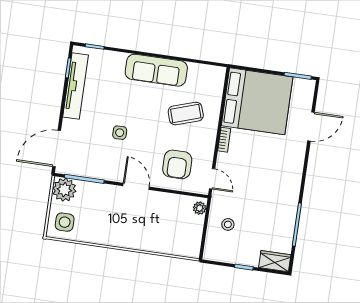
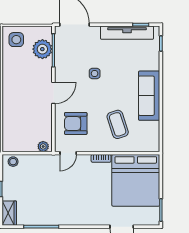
plant: (64, 190) -> (42, 49), moved
stool: (228, 224) -> (13, 162), moved

